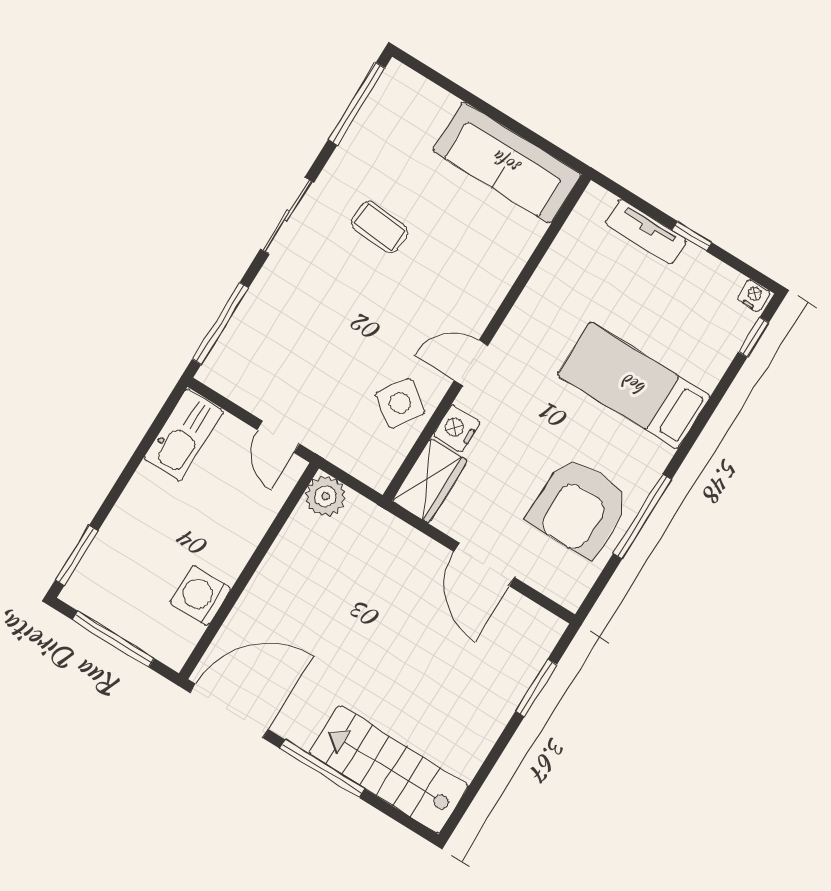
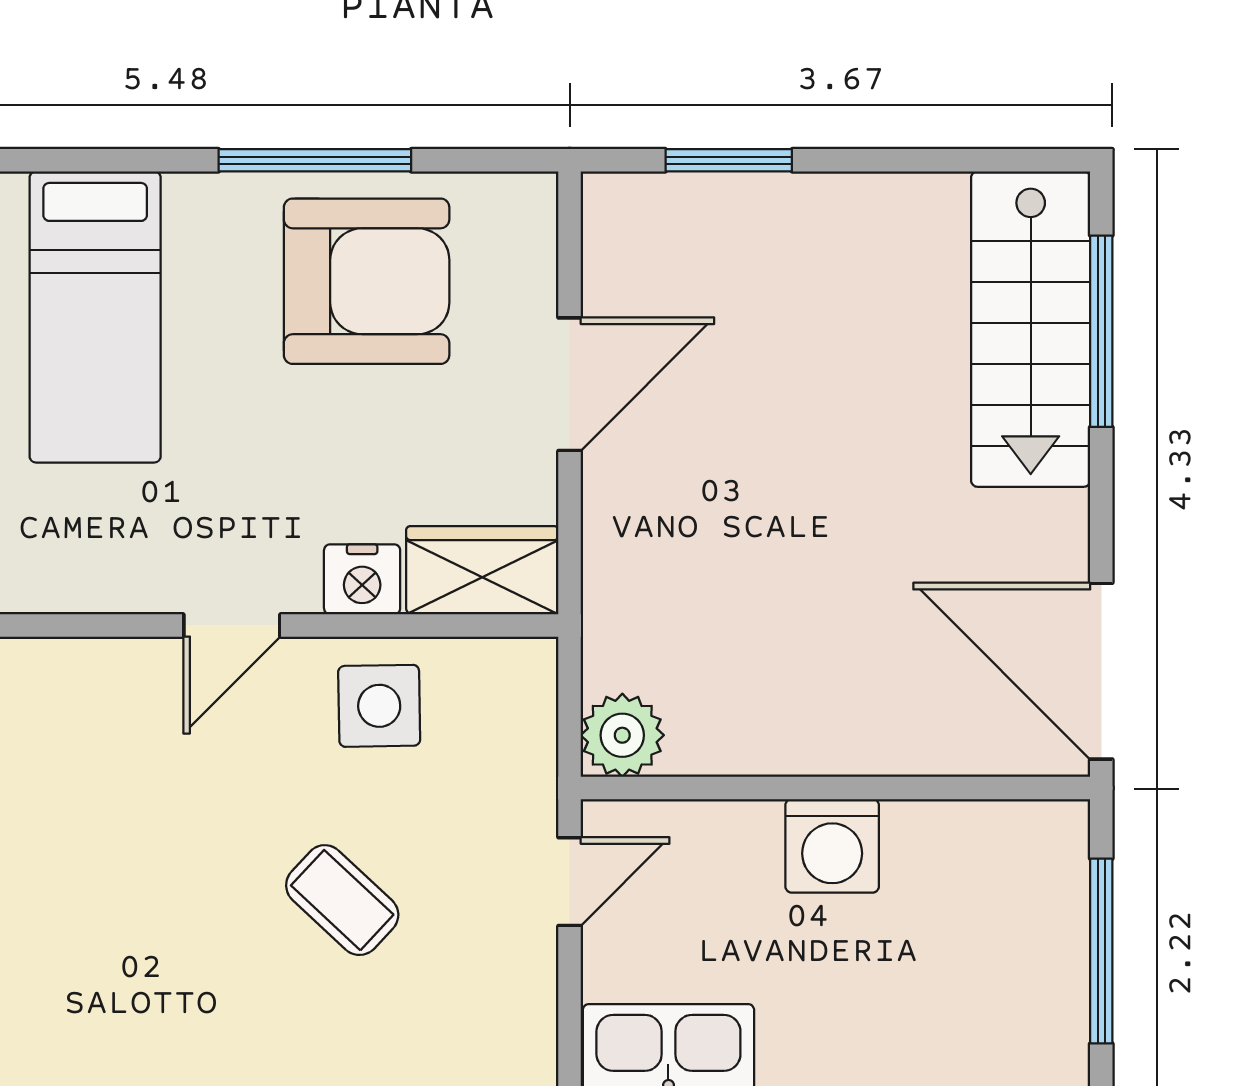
coffee table: (380, 227) -> (342, 900), moved, turned -52
door: (471, 363) -> (232, 625), hinge flipped
side table: (400, 403) -> (379, 706), turned -35
washing machine: (200, 596) -> (832, 846), moved
window: (322, 769) -> (1101, 331), moved

